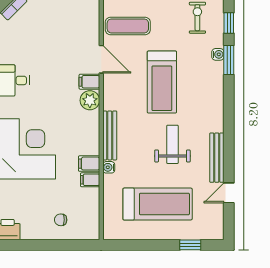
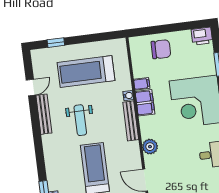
filing cabinet: (89, 82) -> (152, 161), removed
filing cabinet: (89, 164) -> (145, 103), width x2.00
chair: (61, 220) -> (161, 49), width x1.87, depth x1.87

